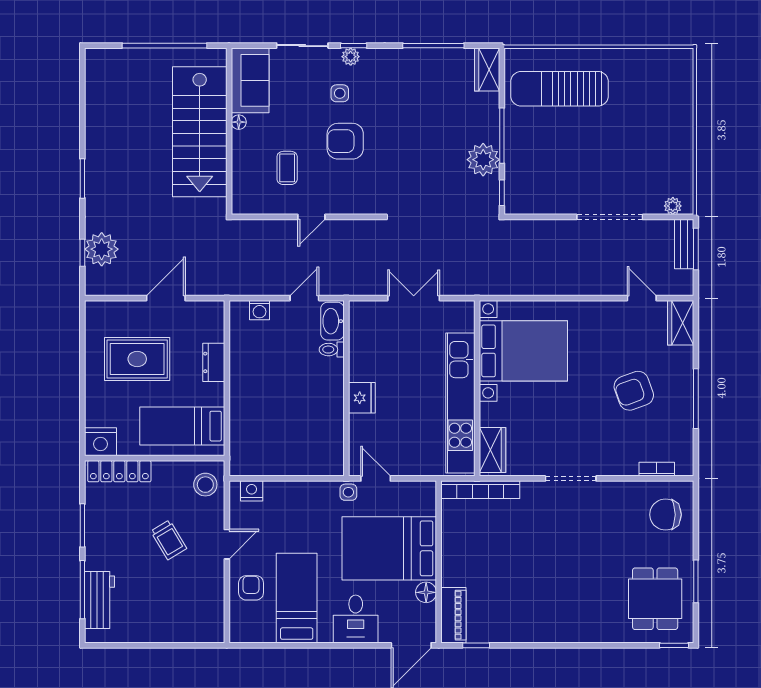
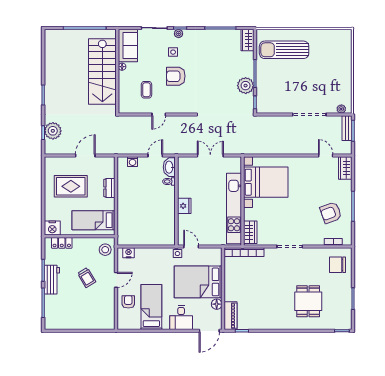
armchair: (634, 391) -> (331, 213), moved
locker: (119, 471) -> (62, 243), width x0.66
dining table: (655, 599) -> (308, 301), moved
workbench: (100, 600) -> (52, 280), moved

